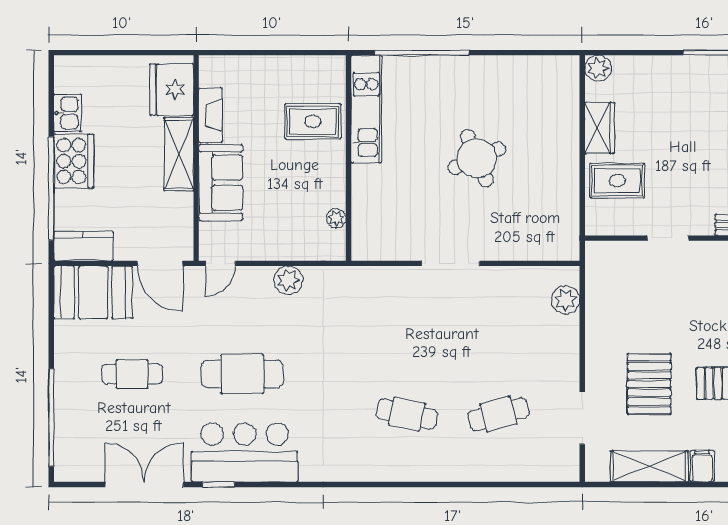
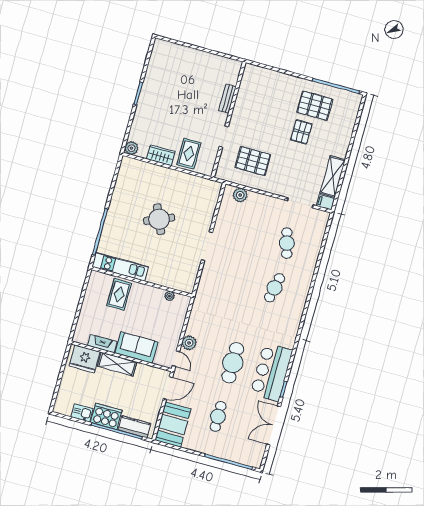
kitchen counter: (83, 246) -> (134, 427), moved, turned 90
plant: (288, 280) -> (189, 343), moved
pallet: (649, 384) -> (253, 161), moved
filing cabinet: (702, 466) -> (325, 202), moved

